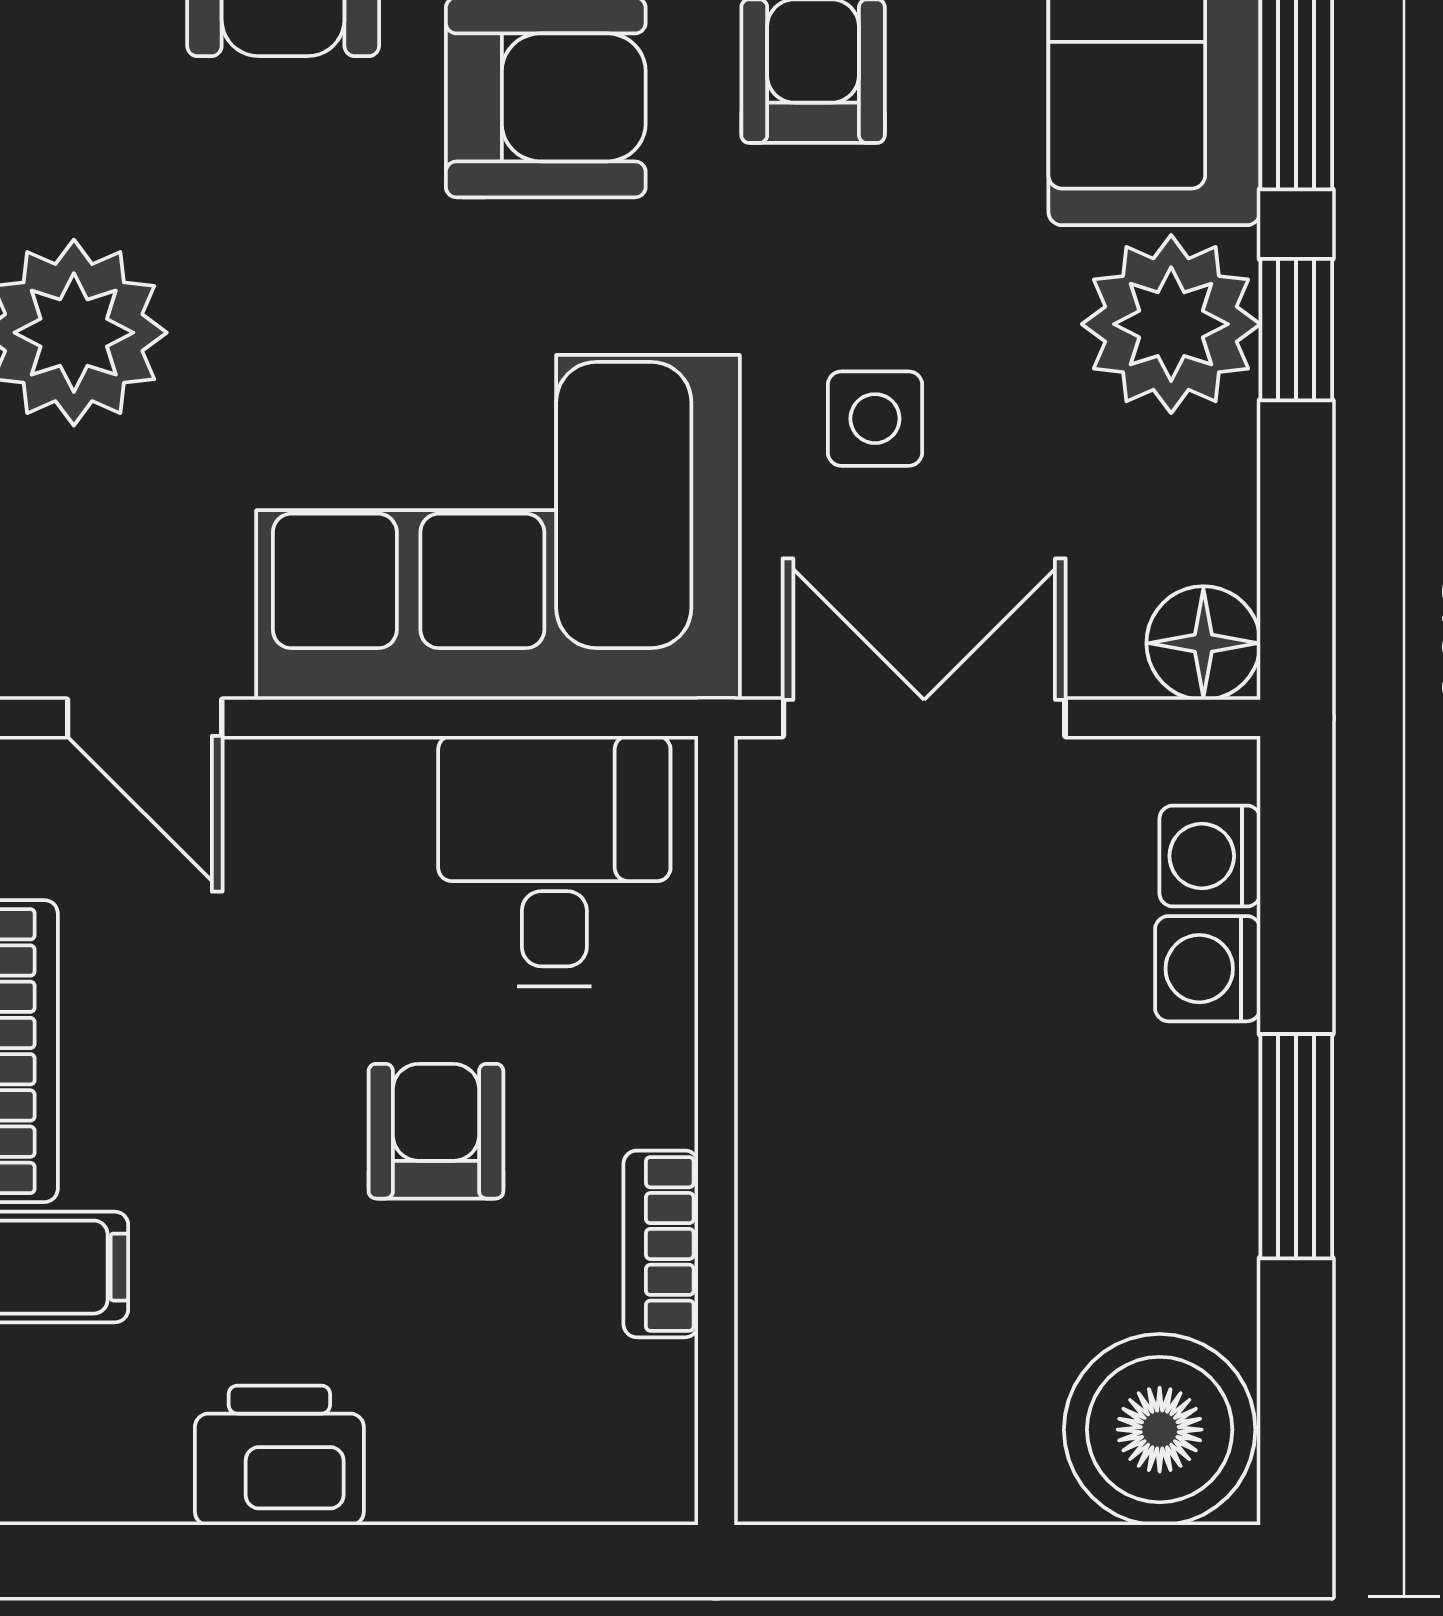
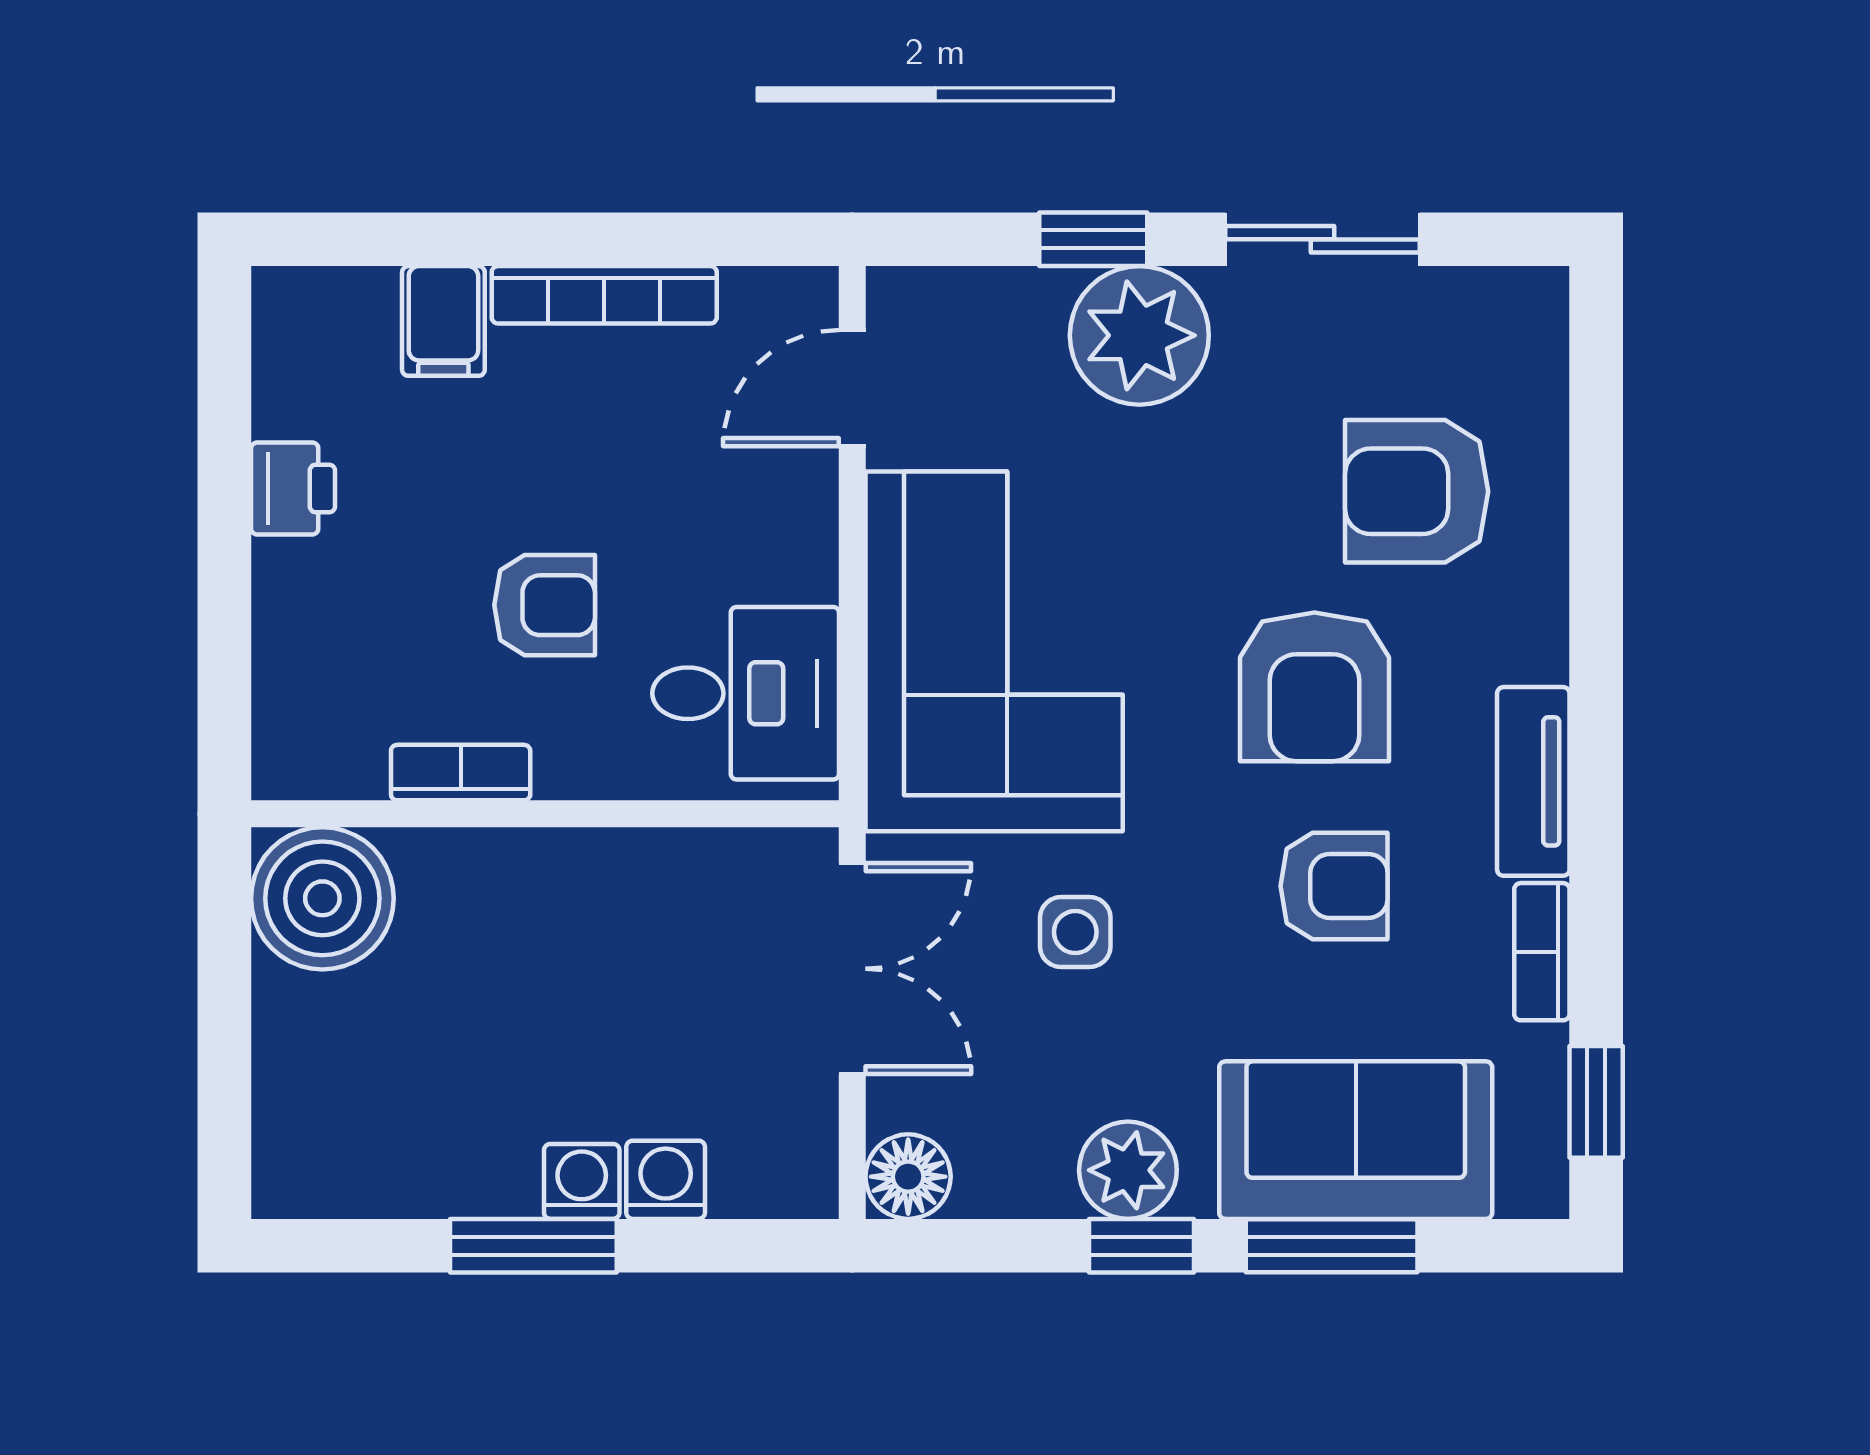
plant: (1171, 324) -> (1128, 1170), width x0.73, depth x0.73
washing machine: (1210, 856) -> (582, 1181), moved
boiler: (1160, 1430) -> (322, 898), moved
printer: (279, 1455) -> (293, 489), width x0.73, depth x0.81

